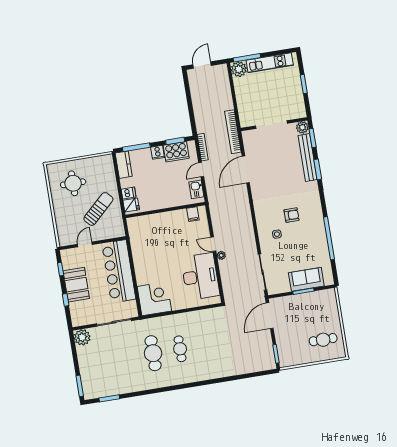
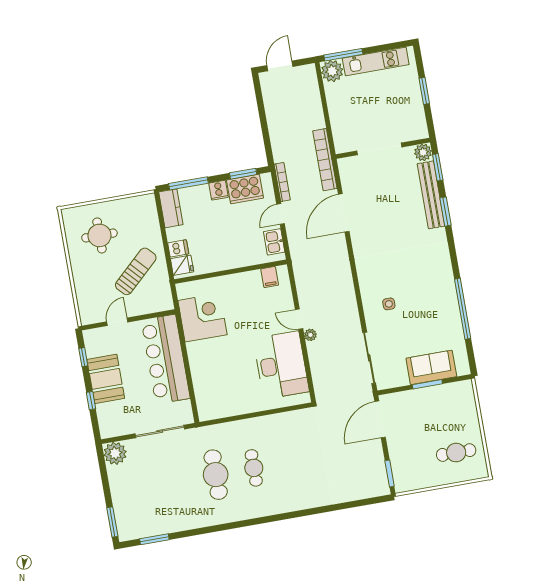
armchair: (292, 215) -> (409, 277), removed
corner desk: (154, 299) -> (202, 318), moved

